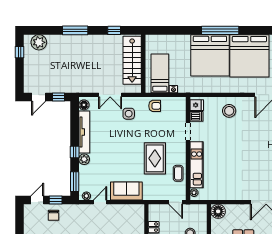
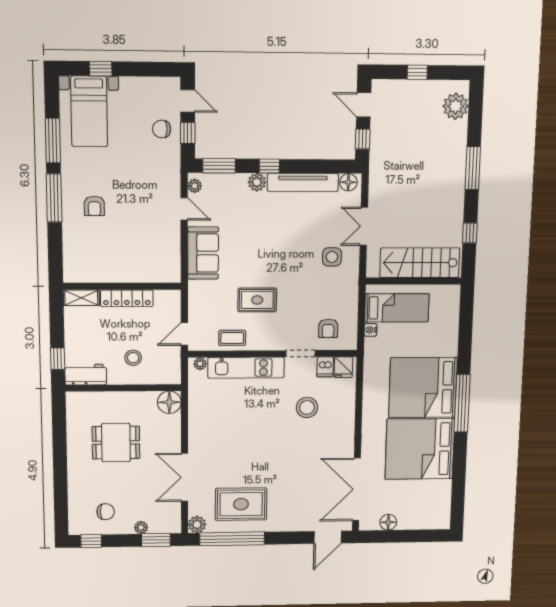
window: (19, 52) -> (417, 72), moved
armchair: (155, 106) -> (328, 328), moved
stool: (229, 111) -> (307, 407), moved
rug: (155, 158) -> (257, 300), width x0.73, depth x0.70

